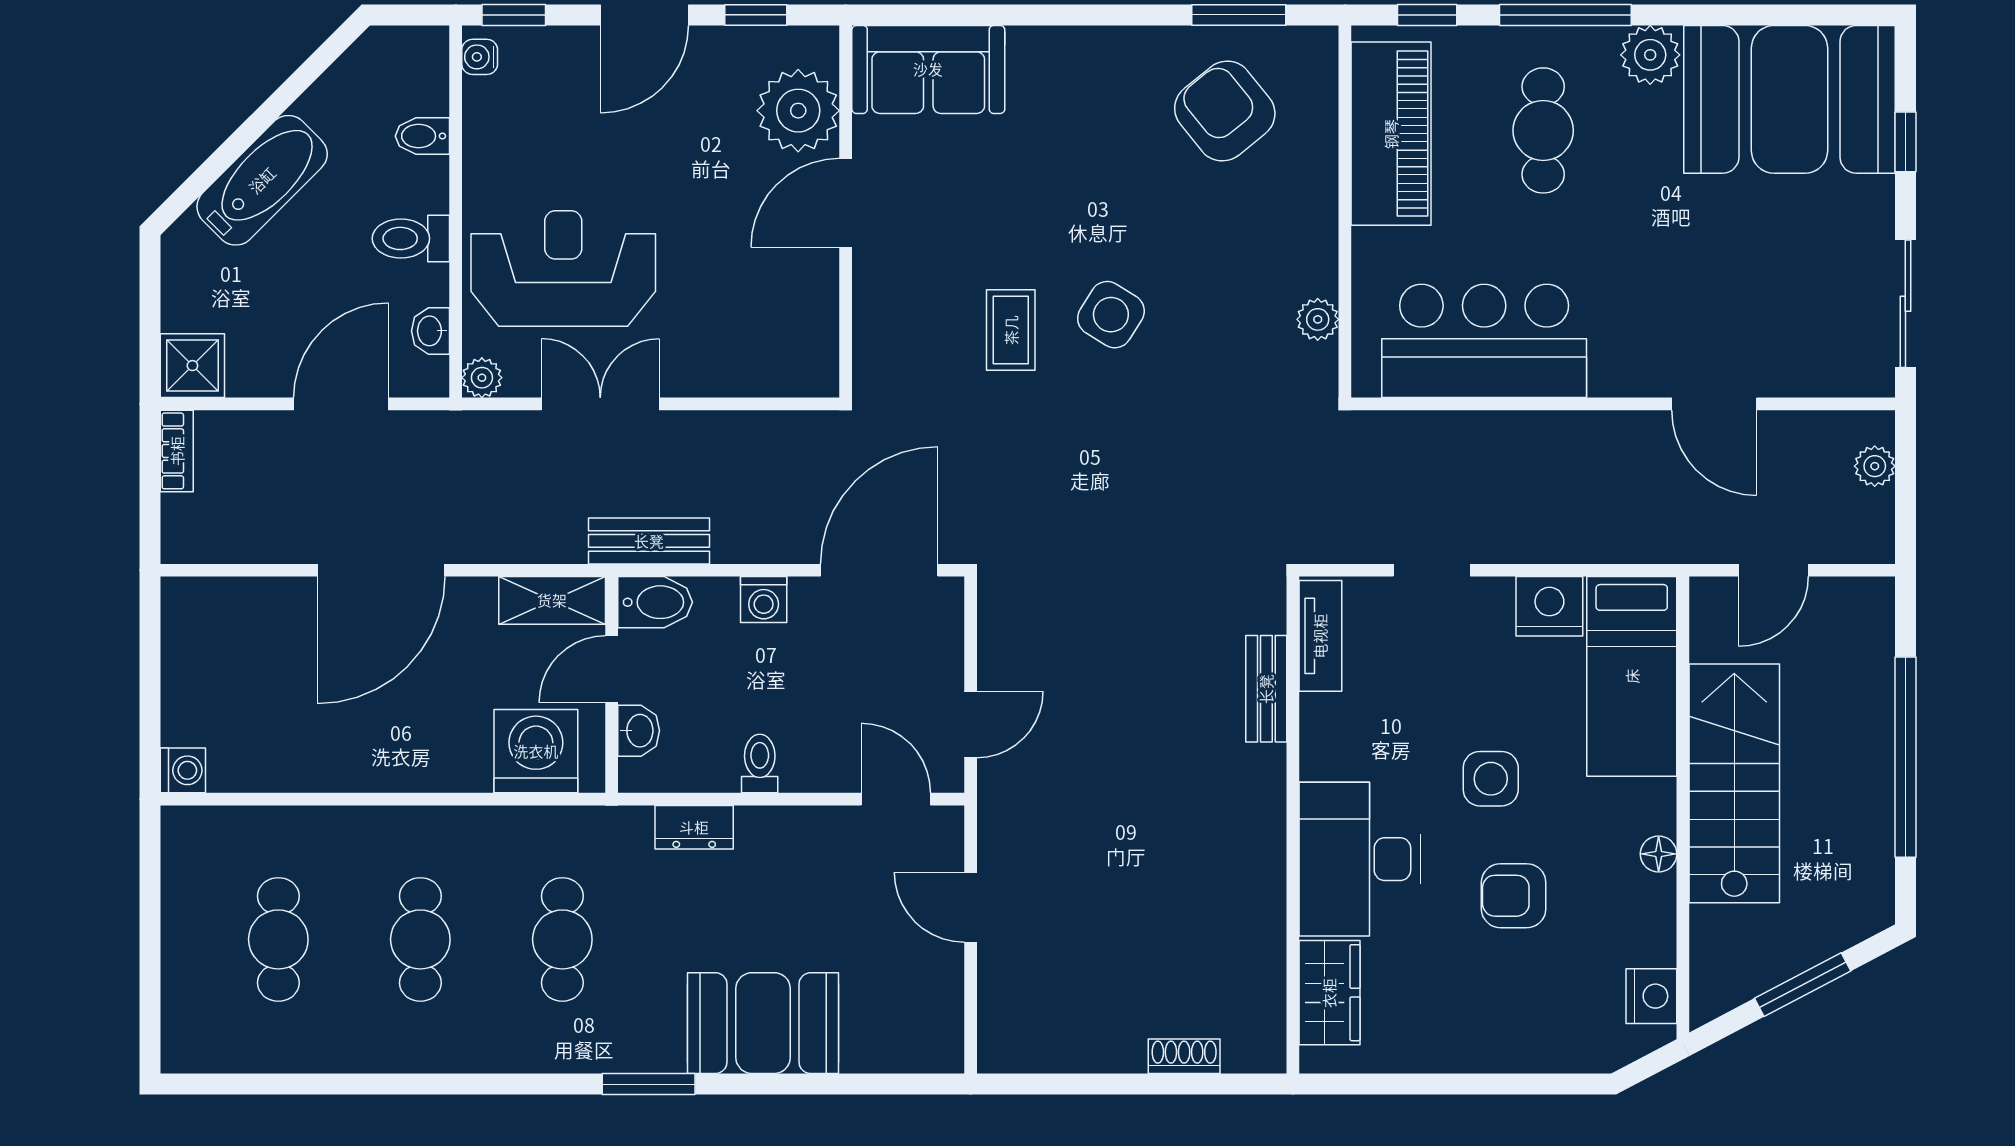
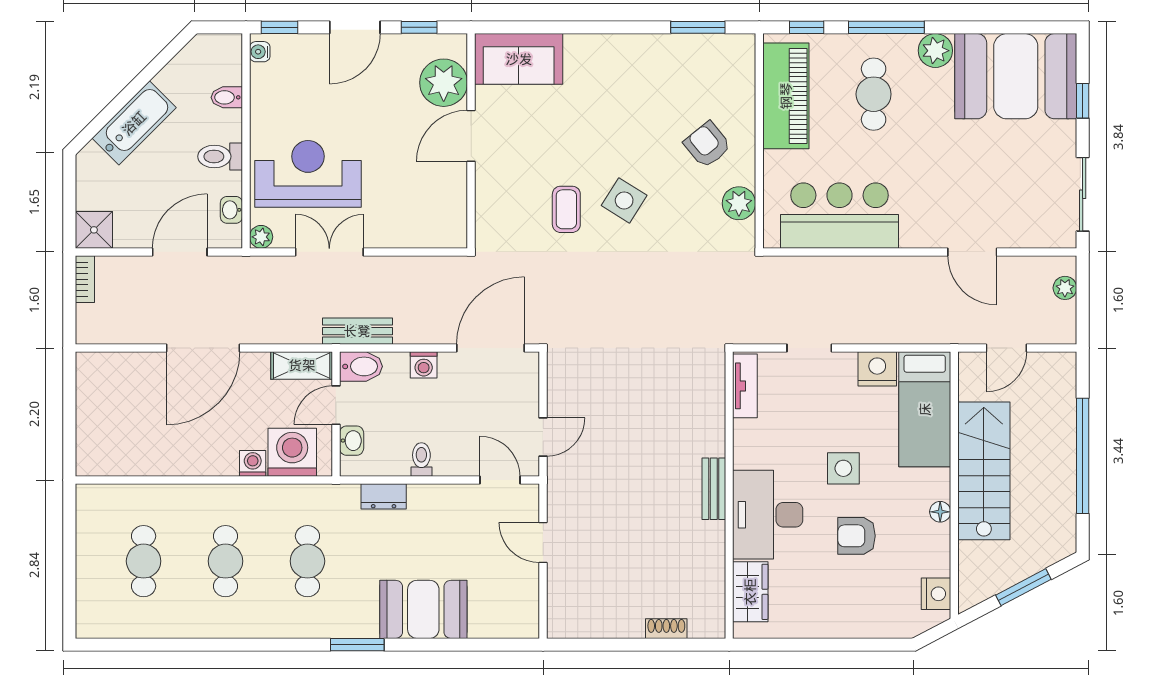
armchair: (1225, 111) -> (707, 145), moved, width x0.72, depth x0.72
plant: (1318, 319) -> (739, 203), width x1.38, depth x1.38
bench: (1266, 689) -> (714, 489), moved
washing machine: (183, 770) -> (253, 463), moved, turned -90

